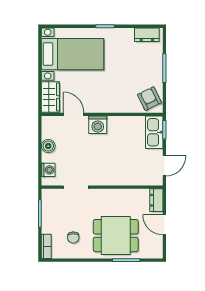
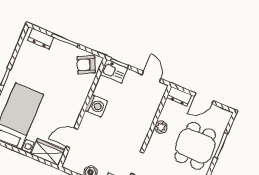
dresser: (147, 35) -> (41, 39), moved, turned 90
washing machine: (98, 125) -> (96, 106), moved
kitchen sink: (154, 132) -> (114, 71), width x0.73
plant: (120, 195) -> (161, 127), added

